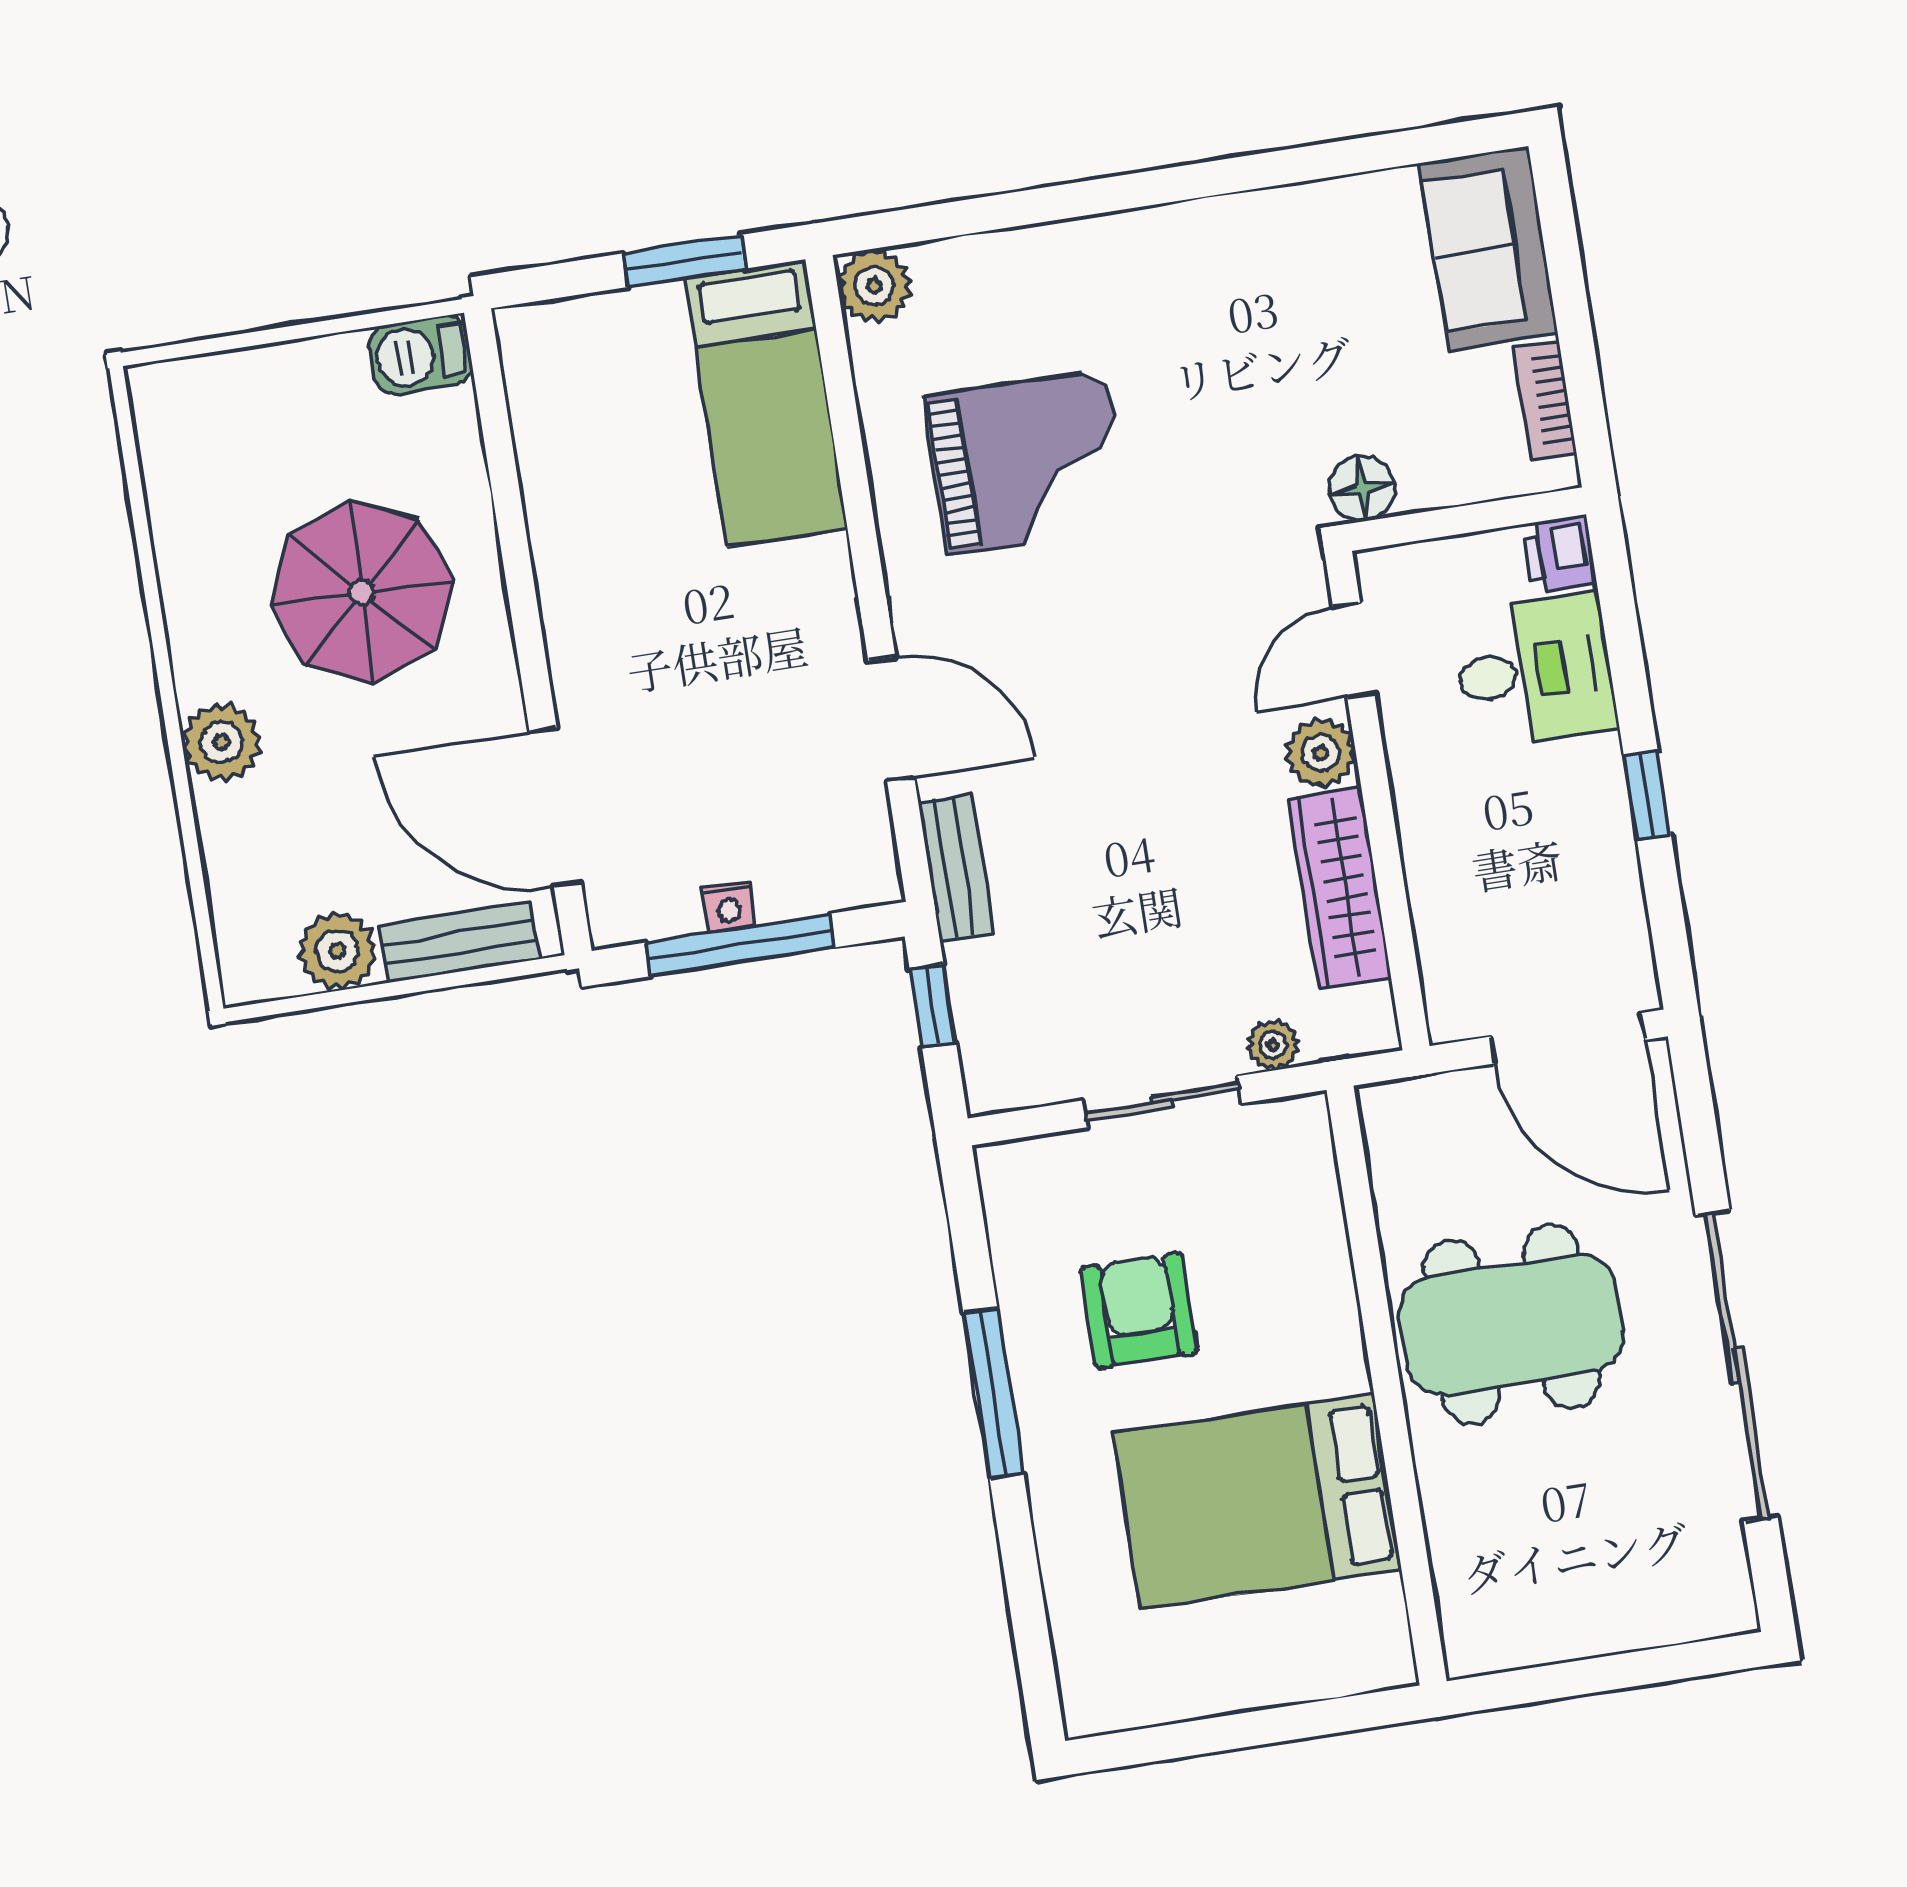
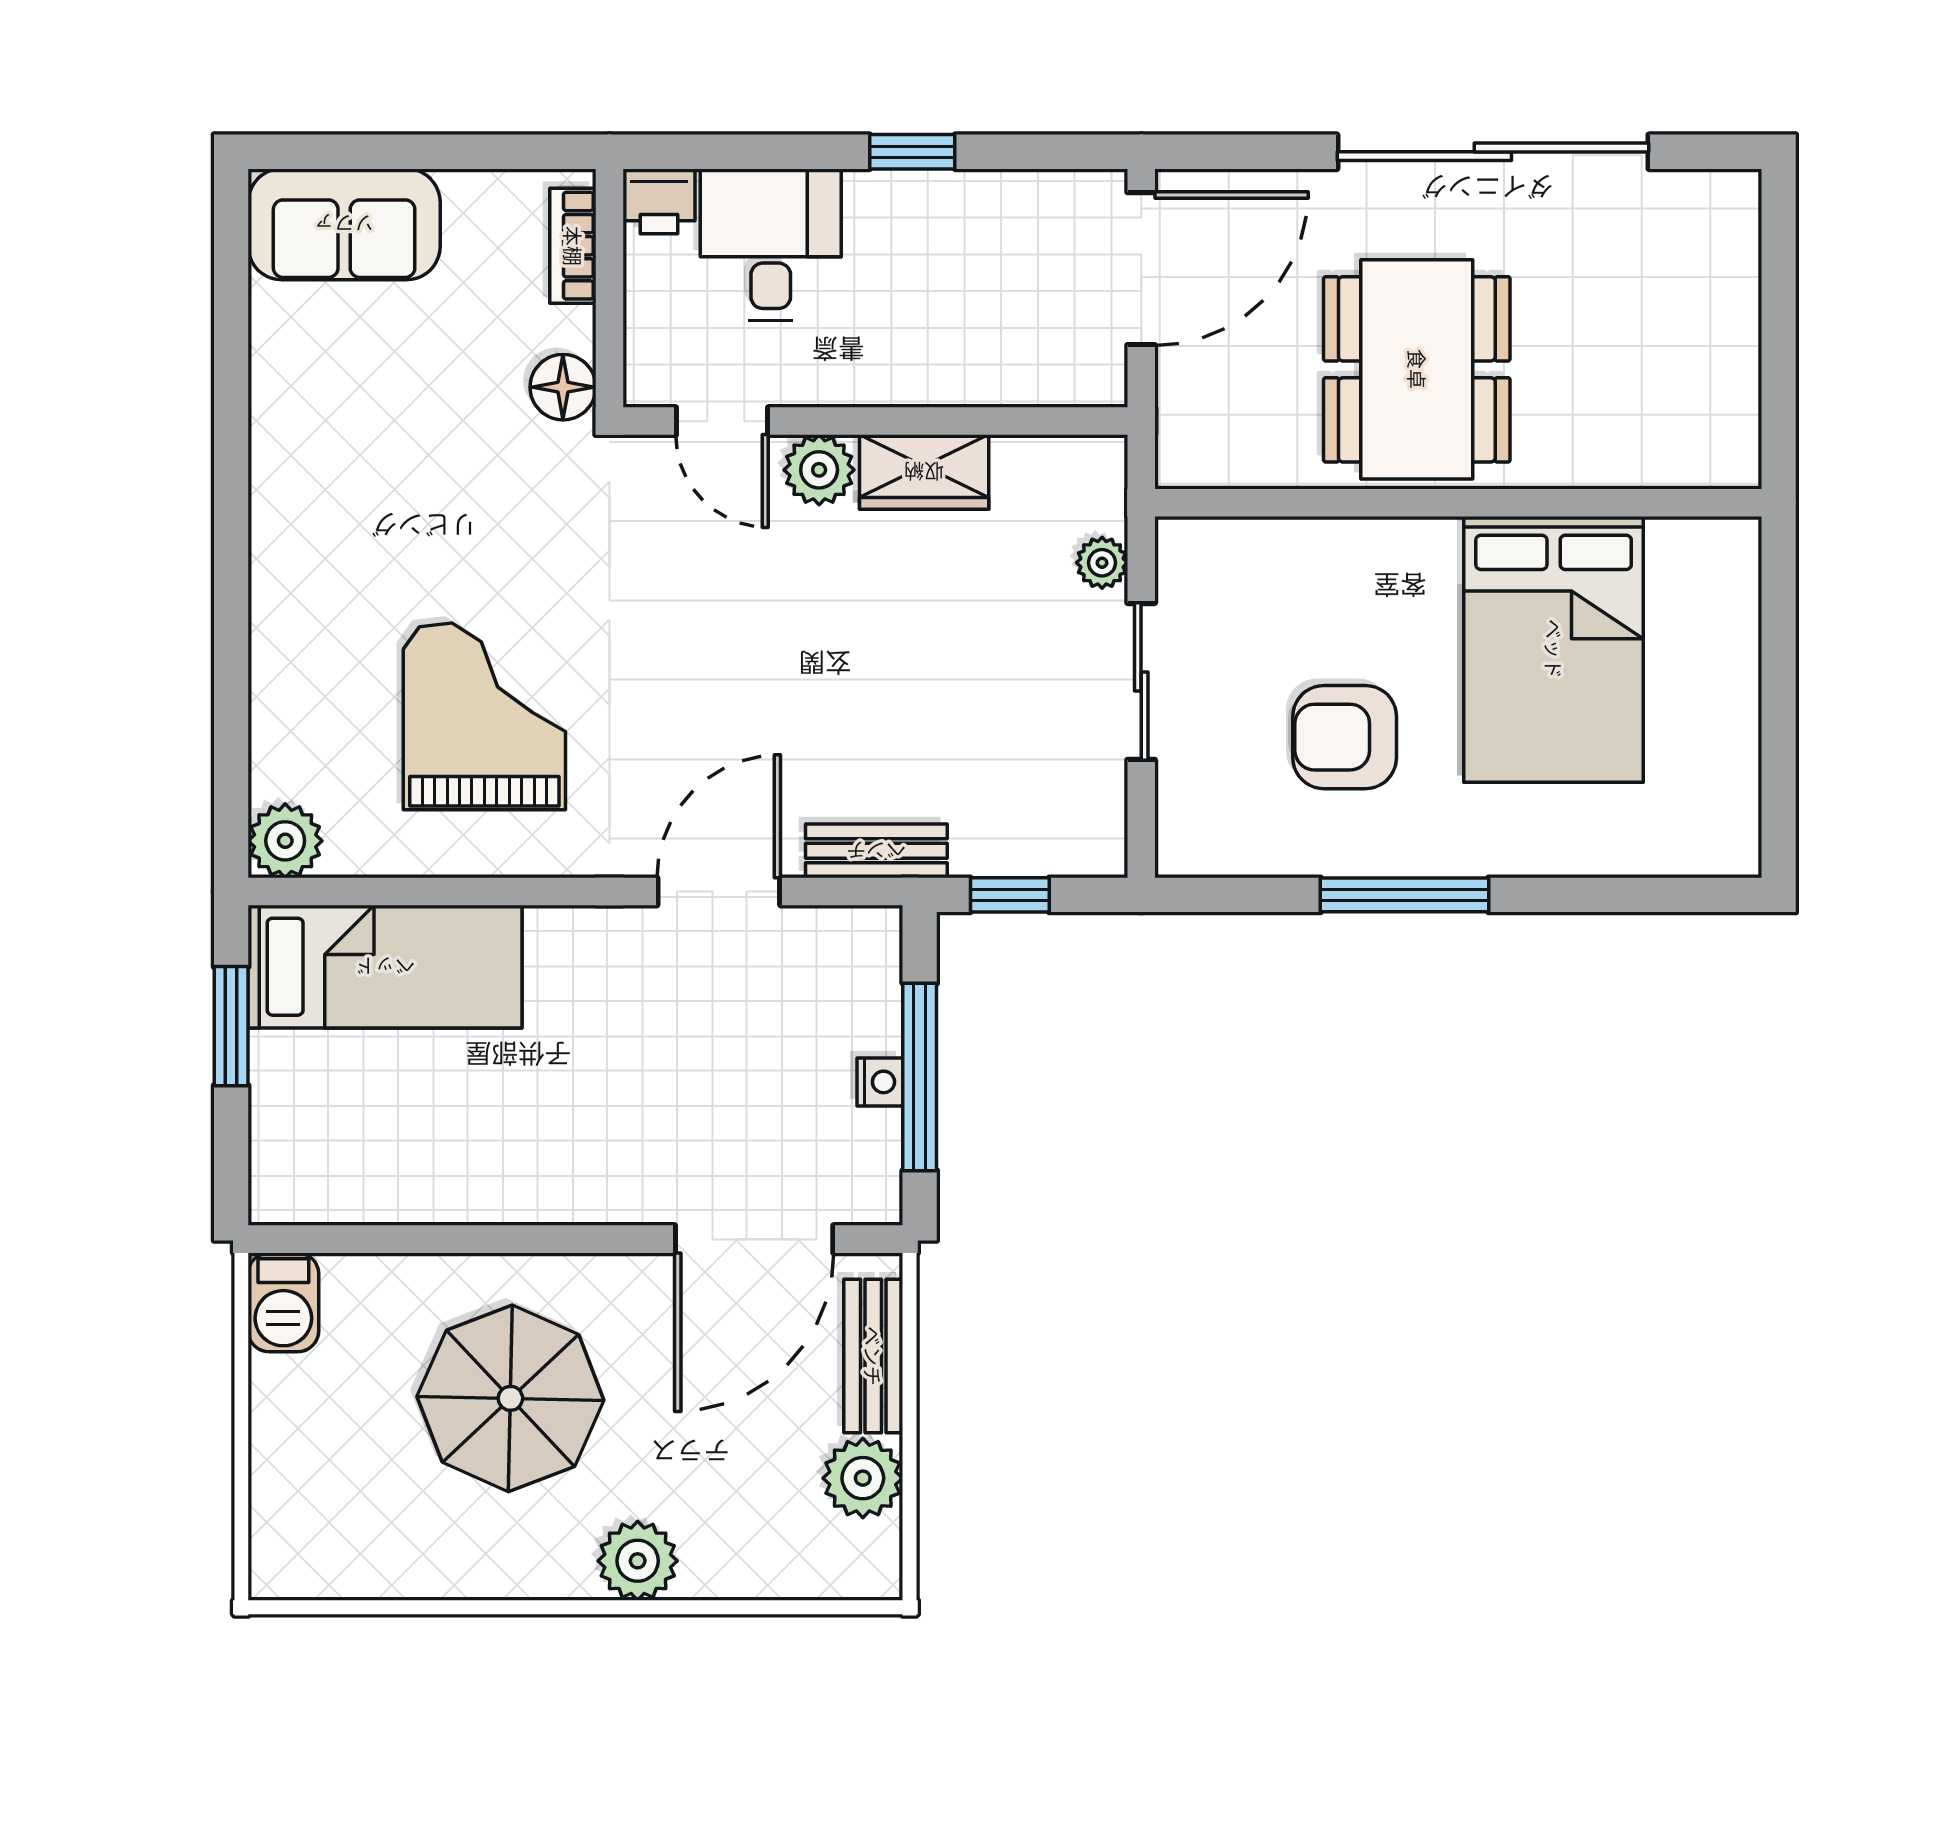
bookcase: (1545, 400) -> (573, 246), moved, turned 90
wardrobe: (1340, 888) -> (924, 472), width x0.67

